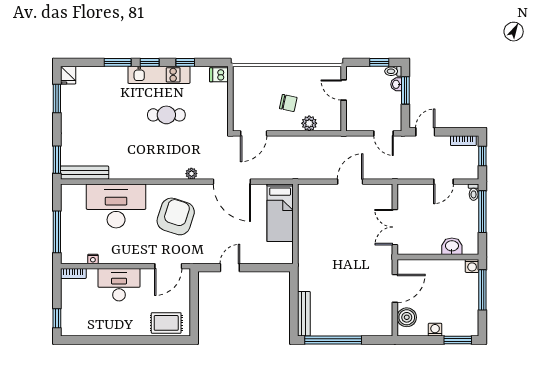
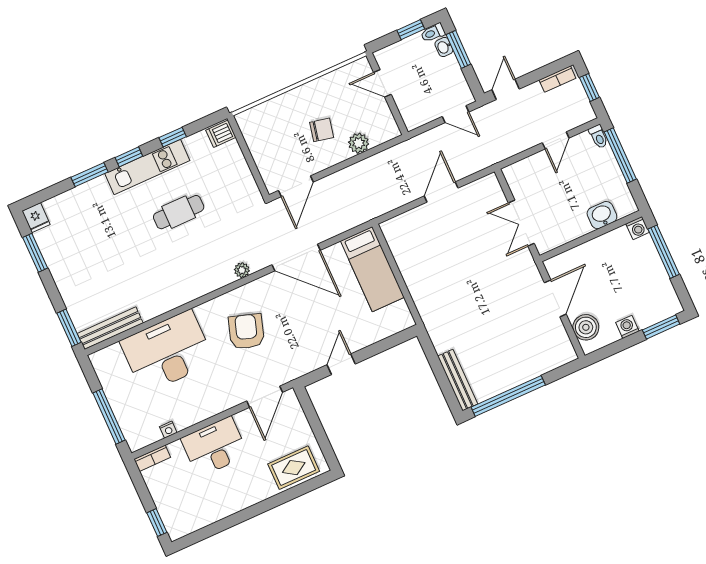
armchair: (176, 216) -> (246, 332), width x0.73, depth x0.73

